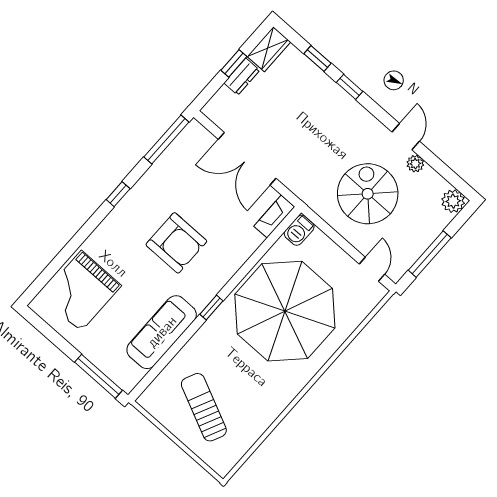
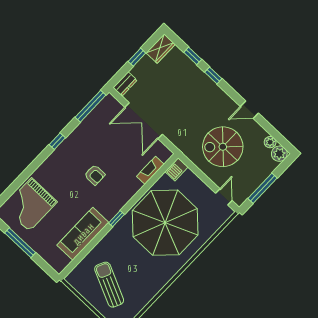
dresser: (242, 77) -> (125, 84), moved
door: (406, 137) -> (249, 110), swing flipped
plant: (415, 164) -> (270, 142), moved
spiral stairs: (368, 194) -> (223, 147), turned -90
fireplace: (274, 217) -> (150, 170), moved
armchair: (176, 243) -> (95, 175), width x0.53, depth x0.53
window: (99, 376) -> (20, 243), moved

